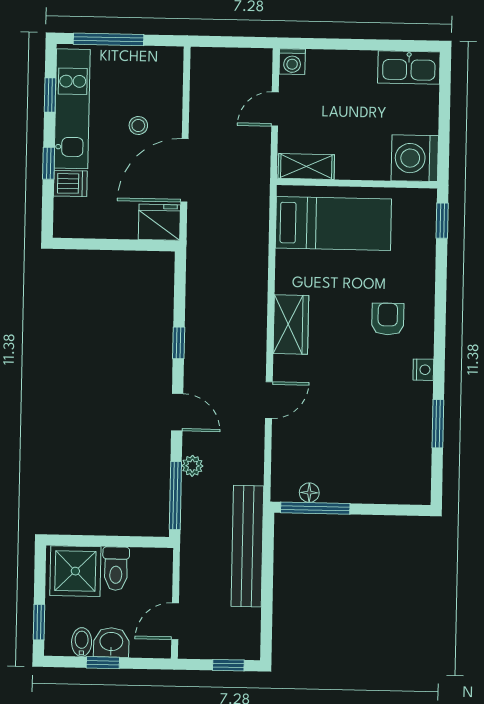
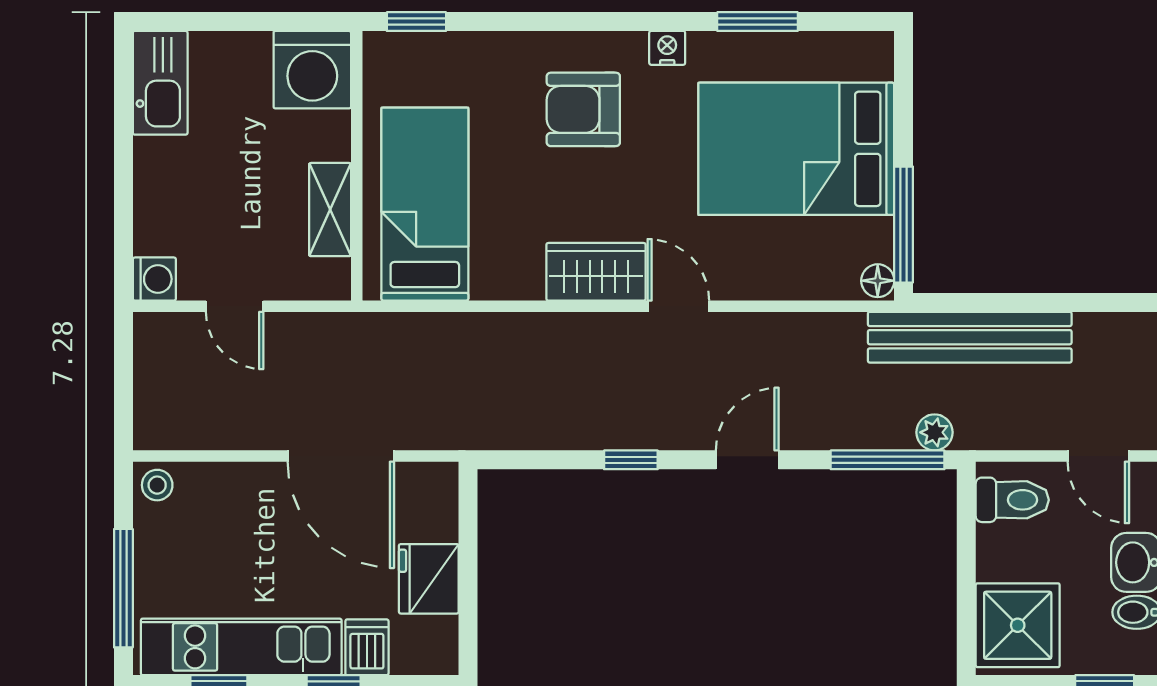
stool: (138, 125) -> (157, 485), moved
shelving: (306, 166) -> (330, 210), moved
fridge: (159, 222) -> (429, 579), moved
armchair: (388, 319) -> (583, 109), width x1.38, depth x1.38
door: (269, 400) -> (678, 306), moved
bed: (362, 445) -> (796, 149), added
plant: (192, 466) -> (934, 432), moved
floor lamp: (309, 493) -> (878, 281), moved
toilet: (116, 569) -> (1012, 500), moved

